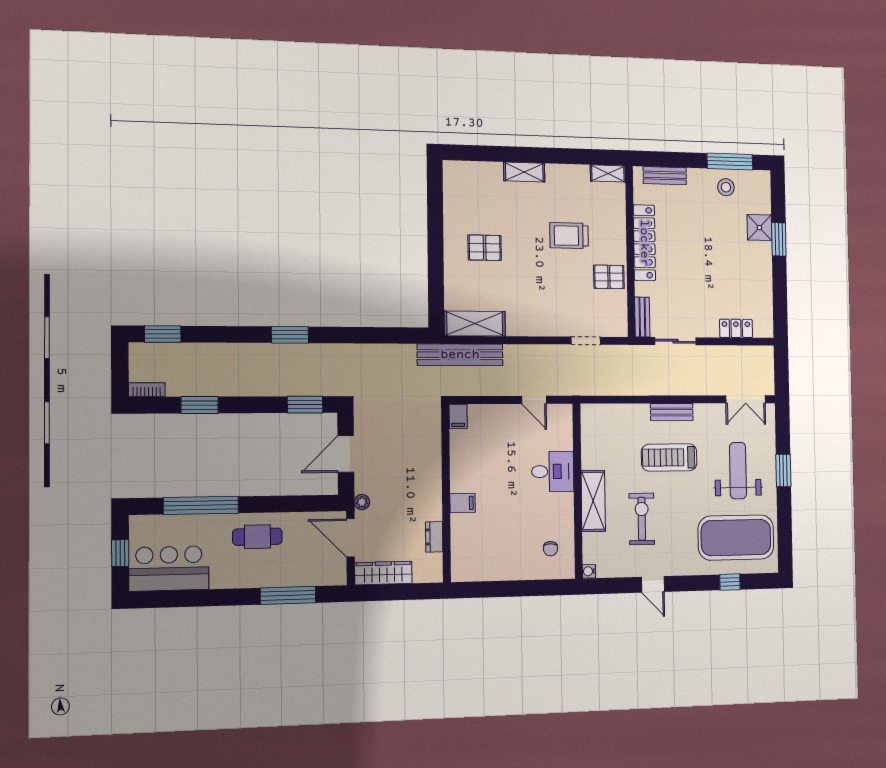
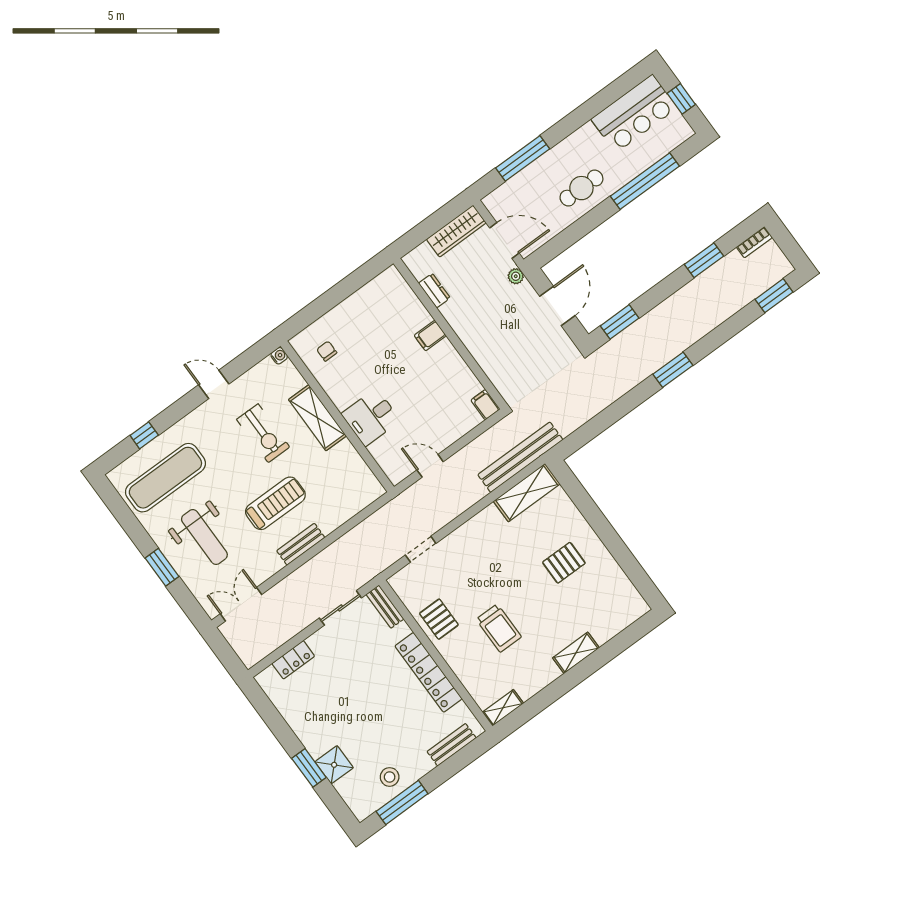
trolley: (569, 236) -> (499, 628), turned 90
pallet: (609, 277) -> (439, 619), turned 90
exercise mat: (736, 538) -> (165, 478), width x0.68

